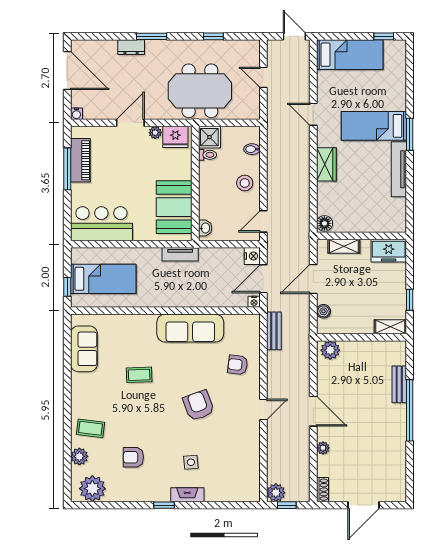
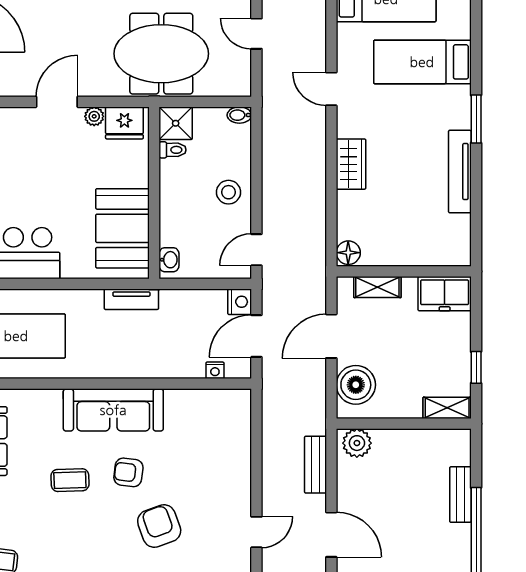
bed: (374, 126) -> (422, 62), moved
bidet: (252, 149) -> (239, 115), moved
nightstand: (254, 302) -> (215, 370), moved
boiler: (323, 311) -> (356, 385), width x1.86, depth x1.86
sofa: (190, 328) -> (113, 410), moved
bench: (274, 331) -> (315, 465), moved
armchair: (238, 365) -> (128, 472), moved

